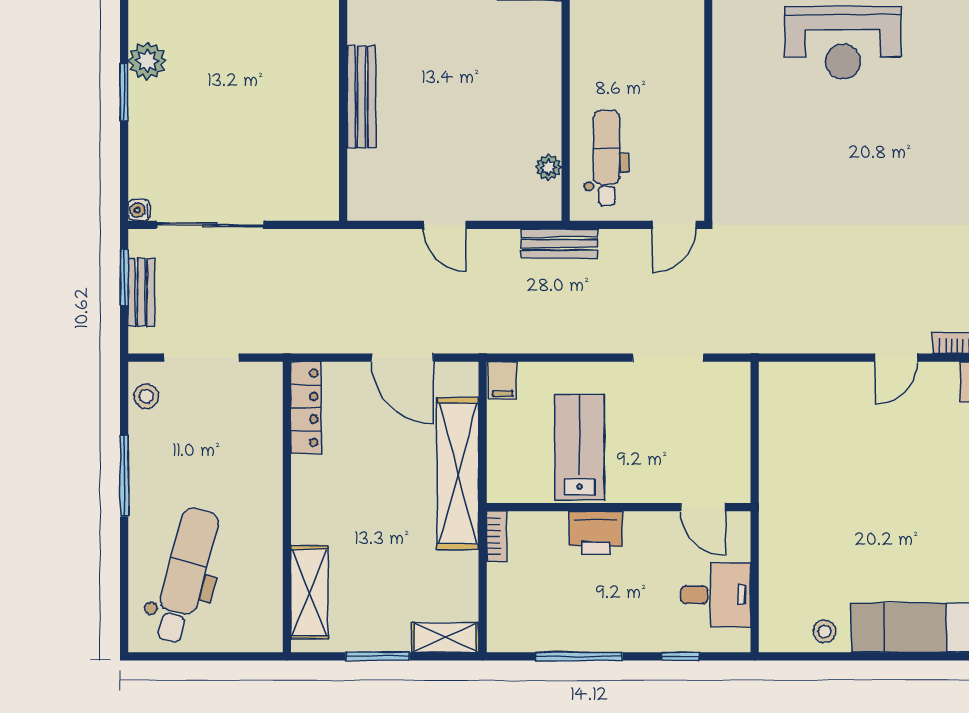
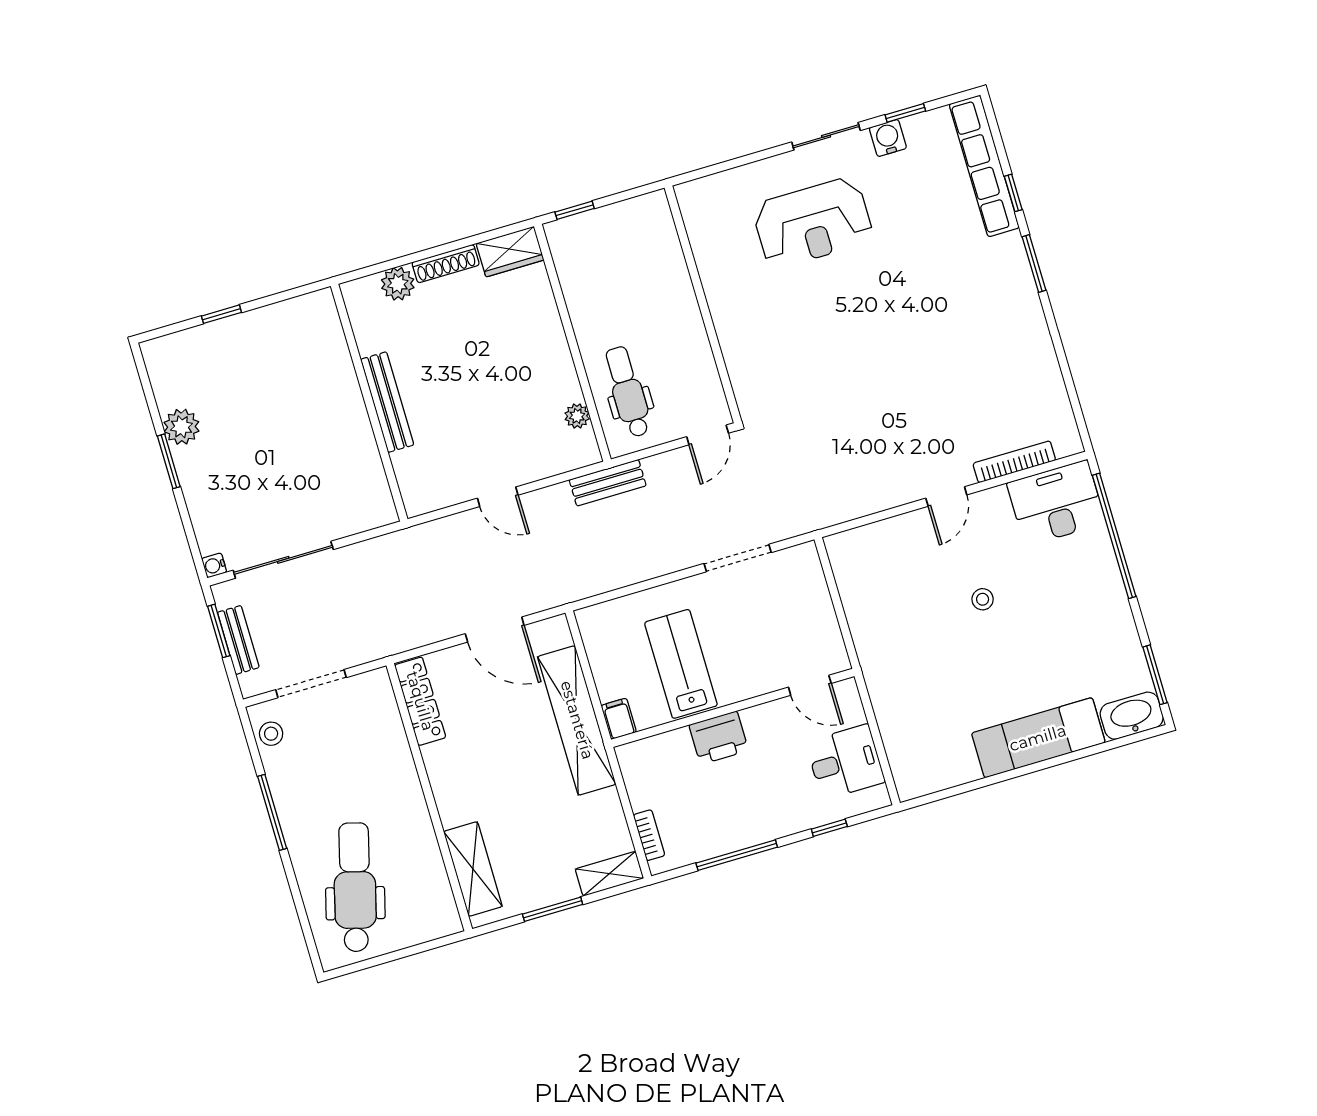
filing cabinet: (503, 380) -> (619, 719), moved, turned 180
bookcase: (497, 536) -> (649, 835), moved
stool: (825, 631) -> (983, 599), moved

